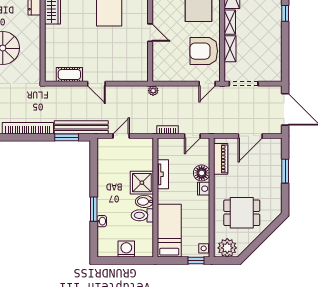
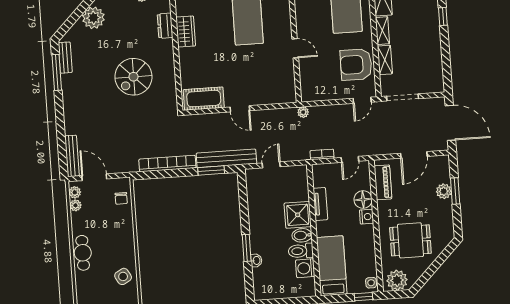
cot: (69, 74) -> (204, 99), width x1.37, depth x1.34
plant: (275, 171) -> (444, 191), added
washing machine: (126, 249) -> (305, 268), moved, turned -90

